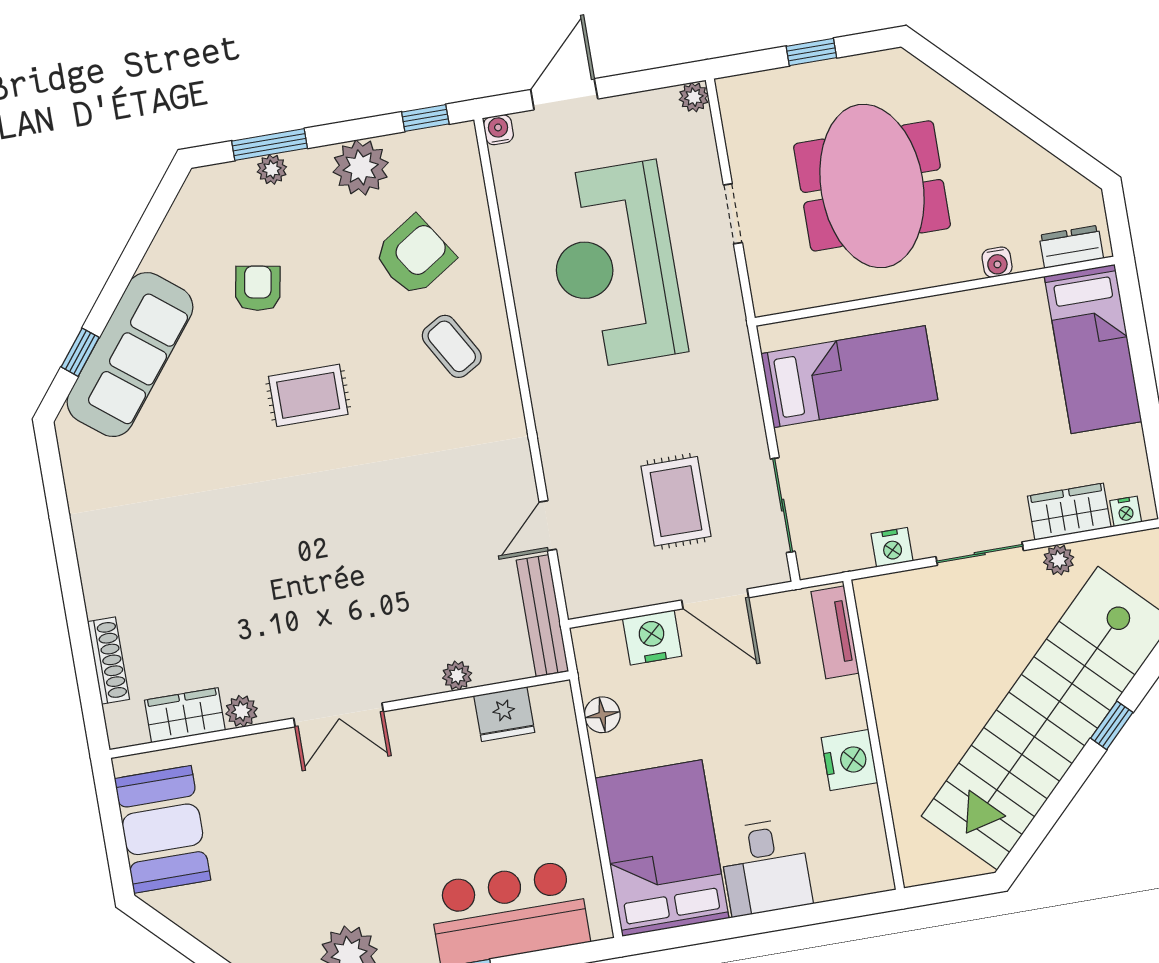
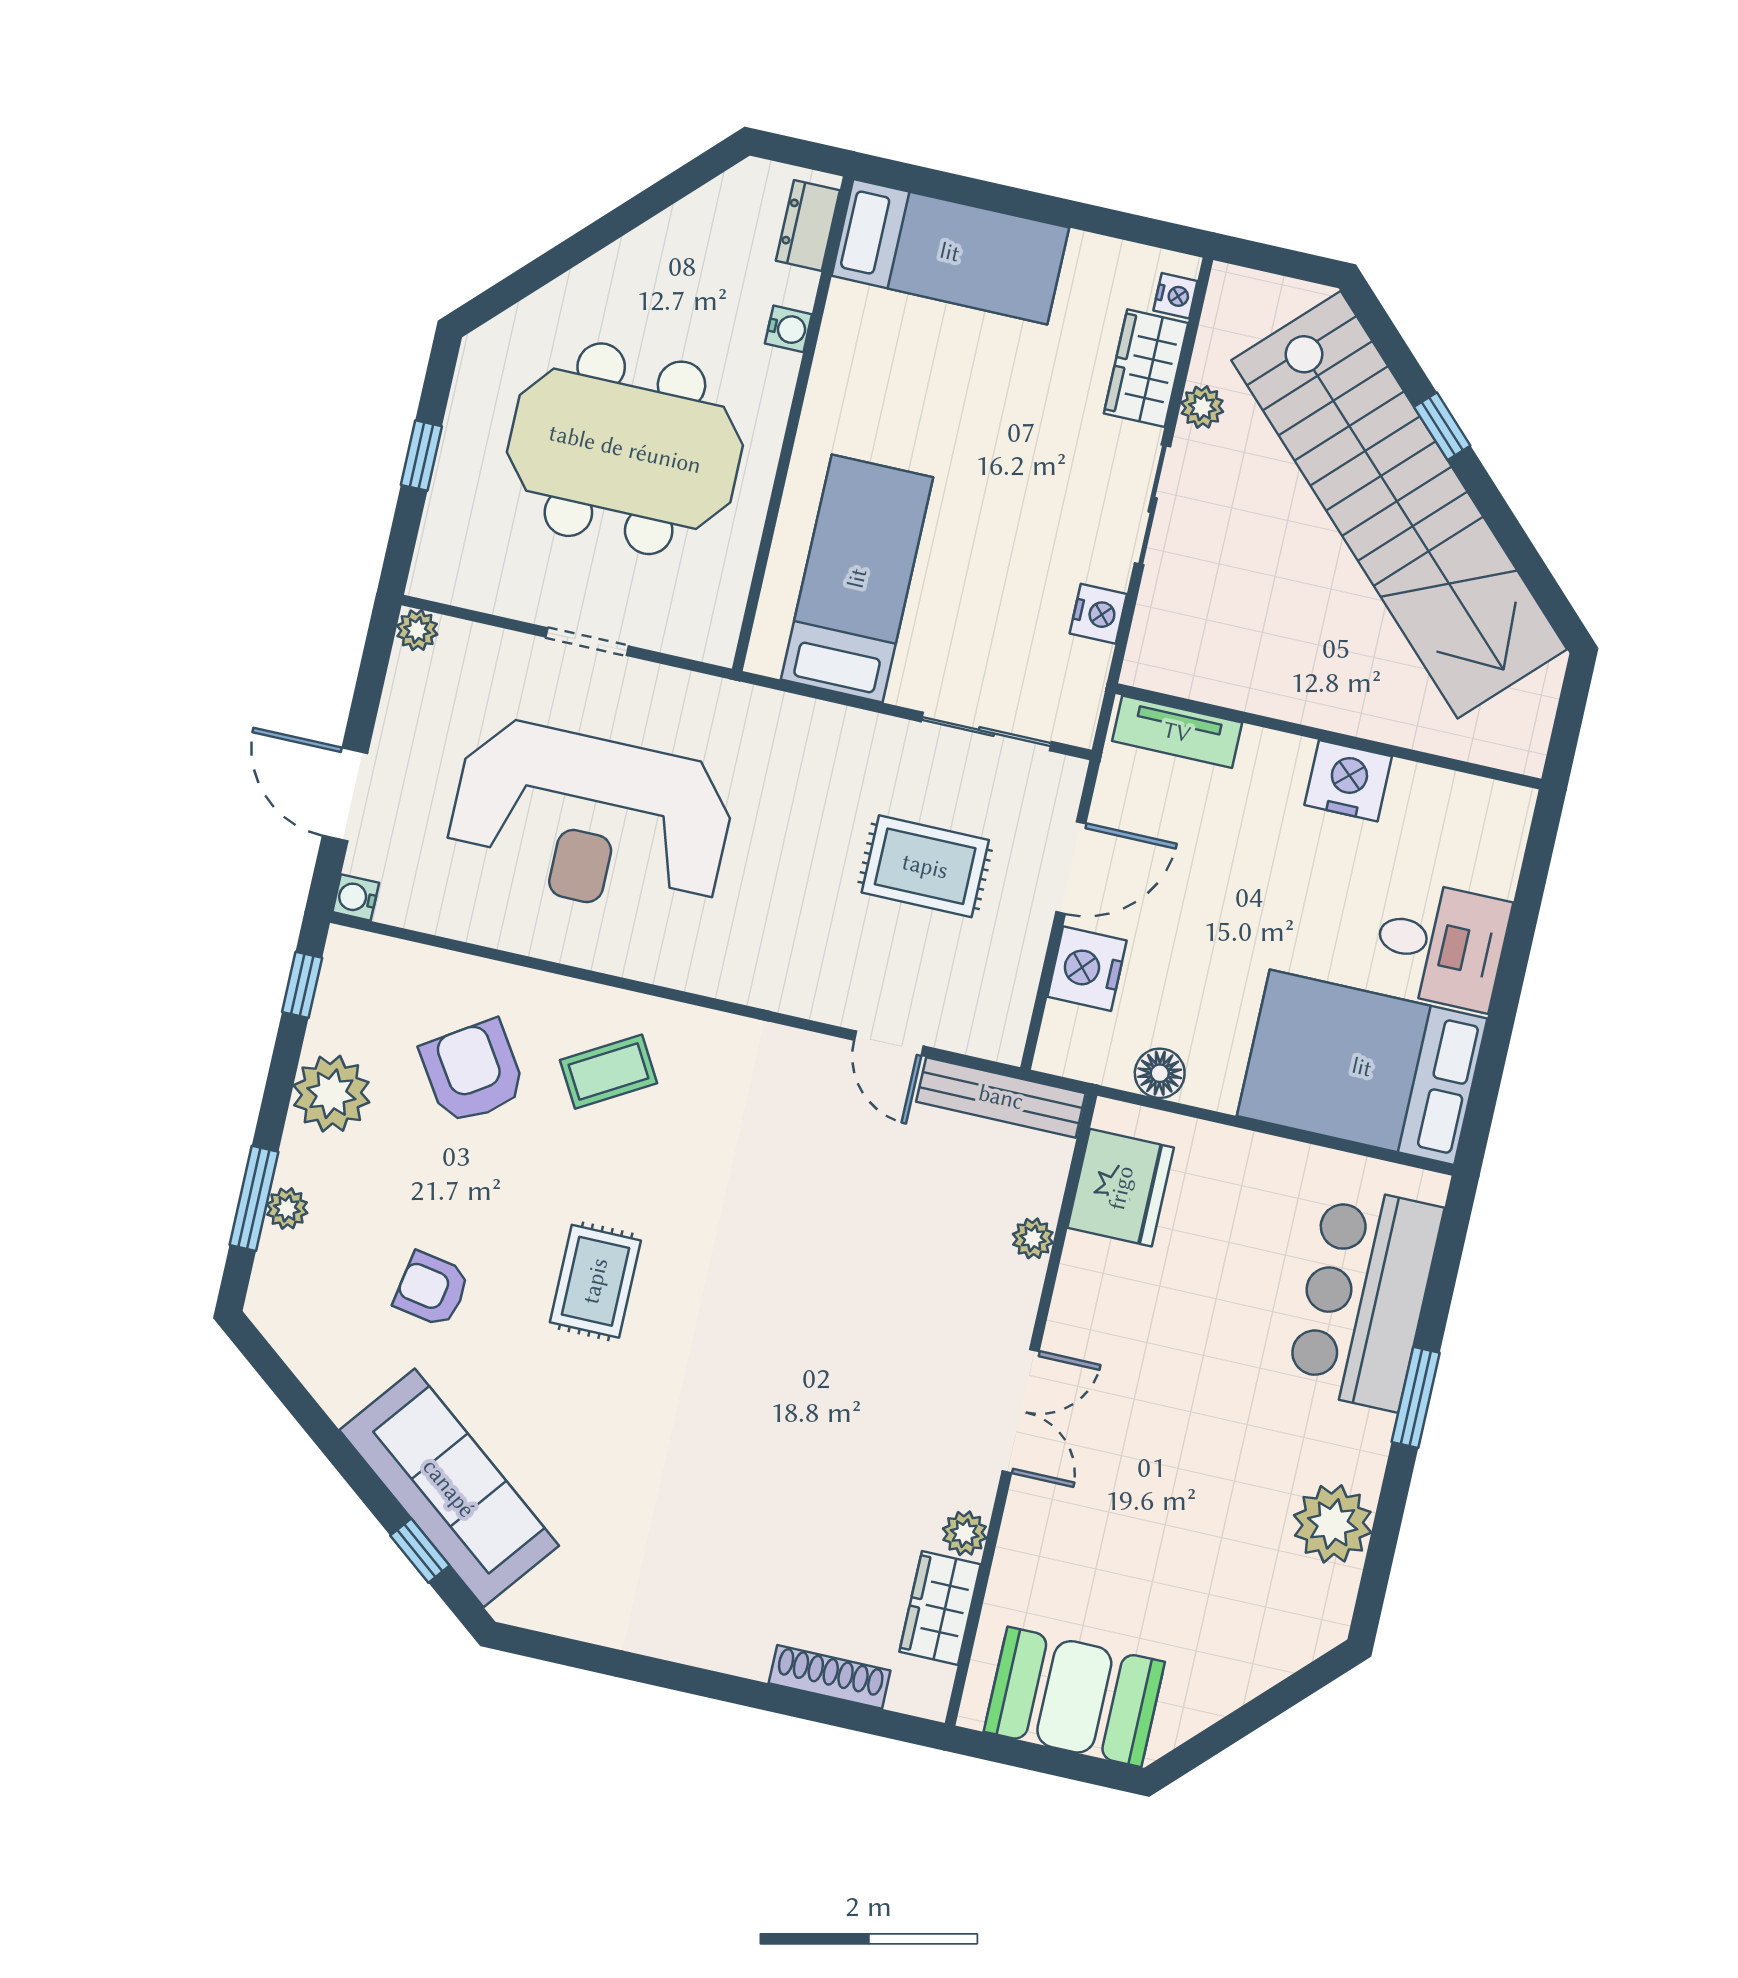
fridge: (504, 714) -> (1121, 1188), width x1.36, depth x1.34

